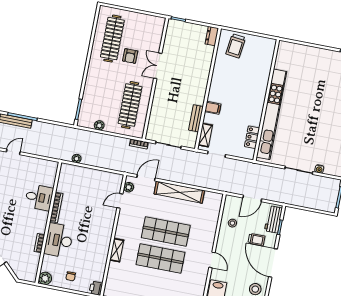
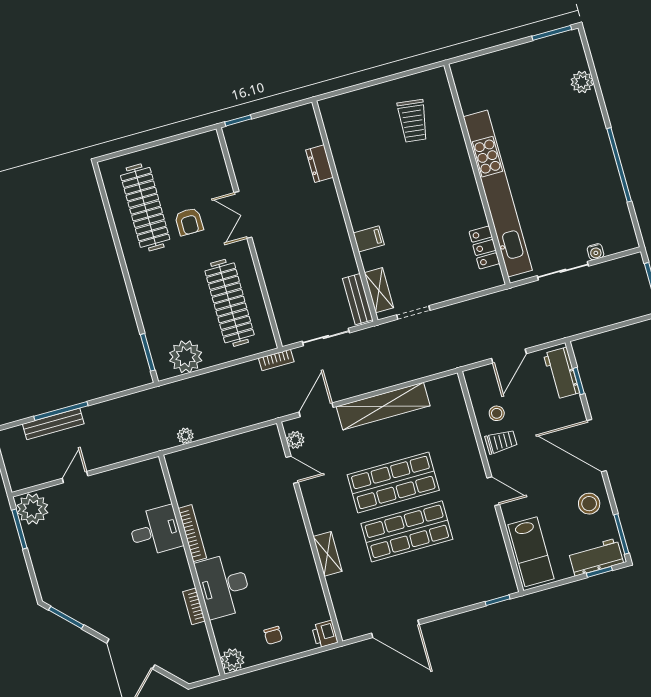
dresser: (212, 36) -> (320, 164), moved
trolley: (236, 46) -> (413, 121), moved
wall: (266, 100) -> (477, 174), moved
kitchen unit: (272, 114) -> (498, 193), moved
bench: (196, 118) -> (358, 299), moved
plant: (99, 125) -> (186, 357), width x1.87, depth x1.87
locker: (252, 137) -> (484, 248), moved
door: (120, 201) -> (292, 470), swing flipped
trolley: (256, 240) -> (501, 442), moved

